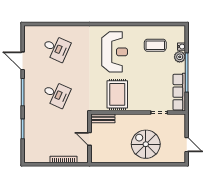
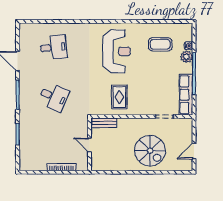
desk: (56, 48) -> (54, 47), turned -30
rug: (117, 94) -> (119, 97), width x0.73, depth x0.70
spiral stairs: (146, 144) -> (150, 151), turned 180
door: (187, 145) -> (194, 151), swing flipped

